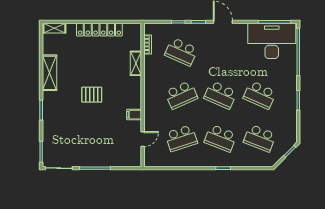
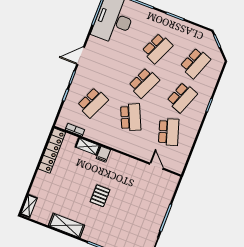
locker: (99, 30) -> (52, 151), moved
filing cabinet: (134, 115) -> (103, 154), moved

